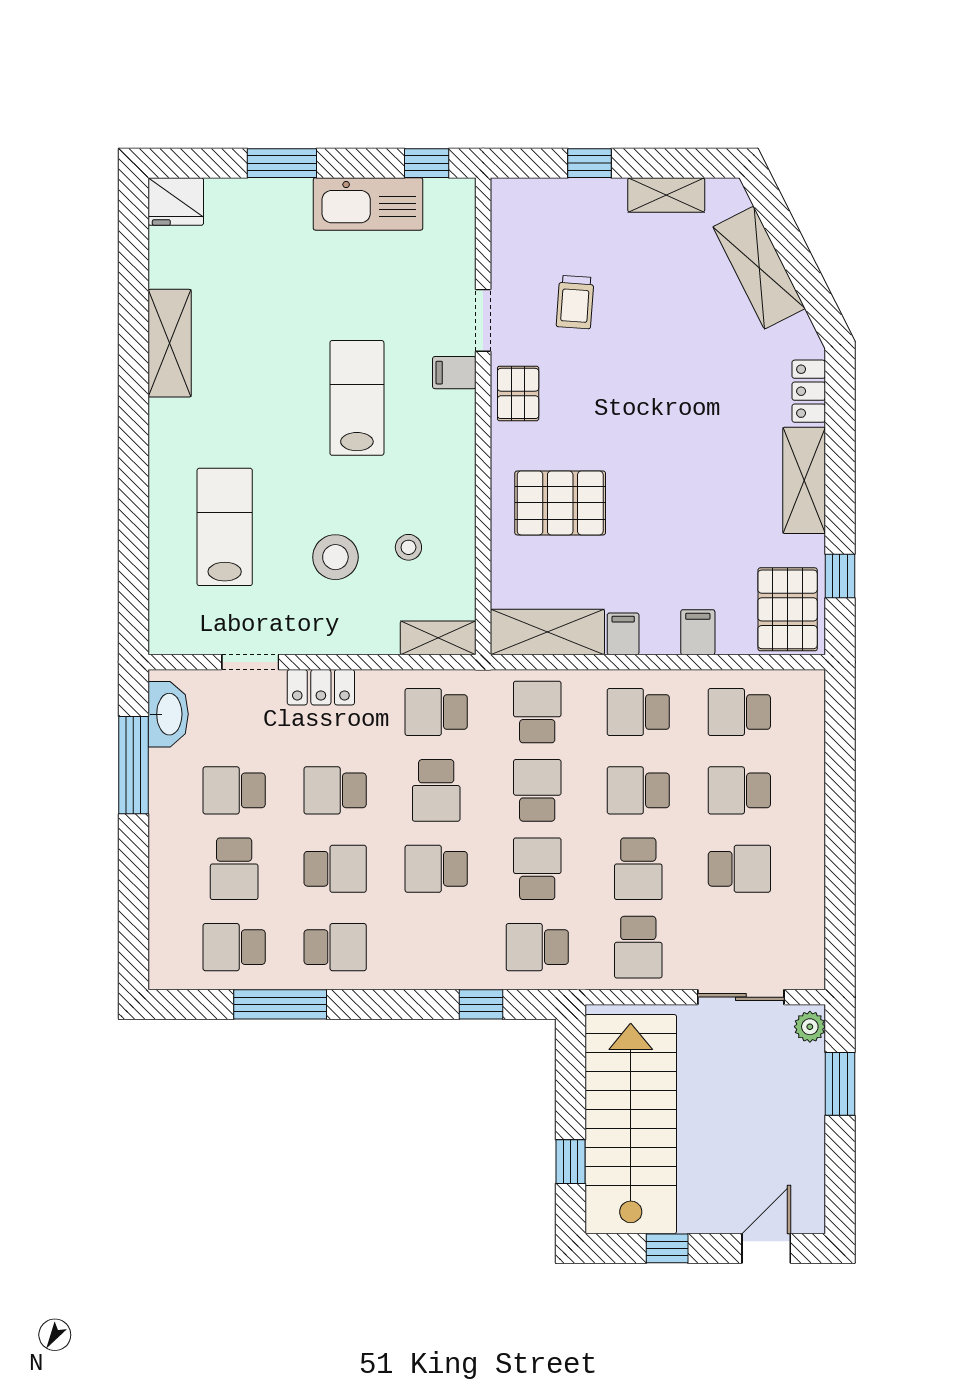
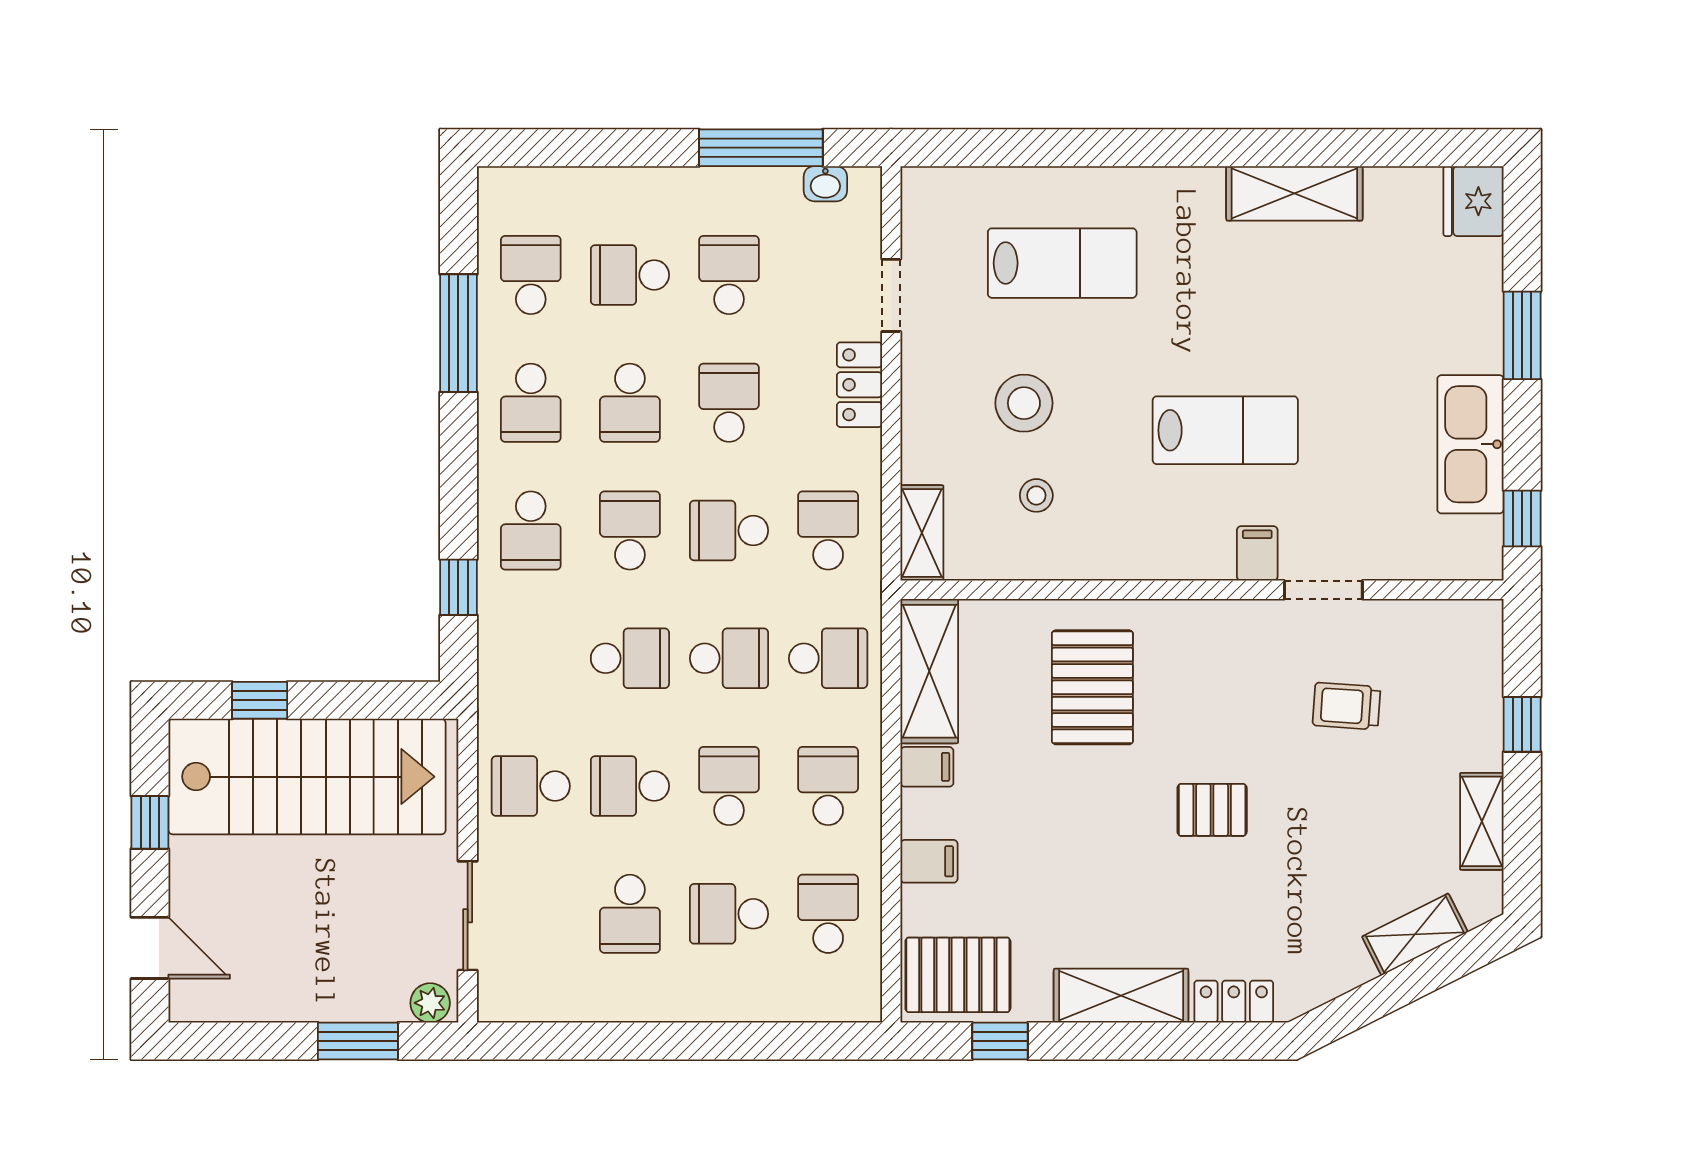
shelving: (759, 268) -> (1415, 934), width x0.67, depth x0.75
pallet: (518, 393) -> (1212, 810), moved
washbasin: (168, 714) -> (825, 184), width x0.52, depth x0.69
school desk: (739, 790) -> (729, 914), turned -90
school desk: (537, 947) -> (531, 531), moved, turned 180

